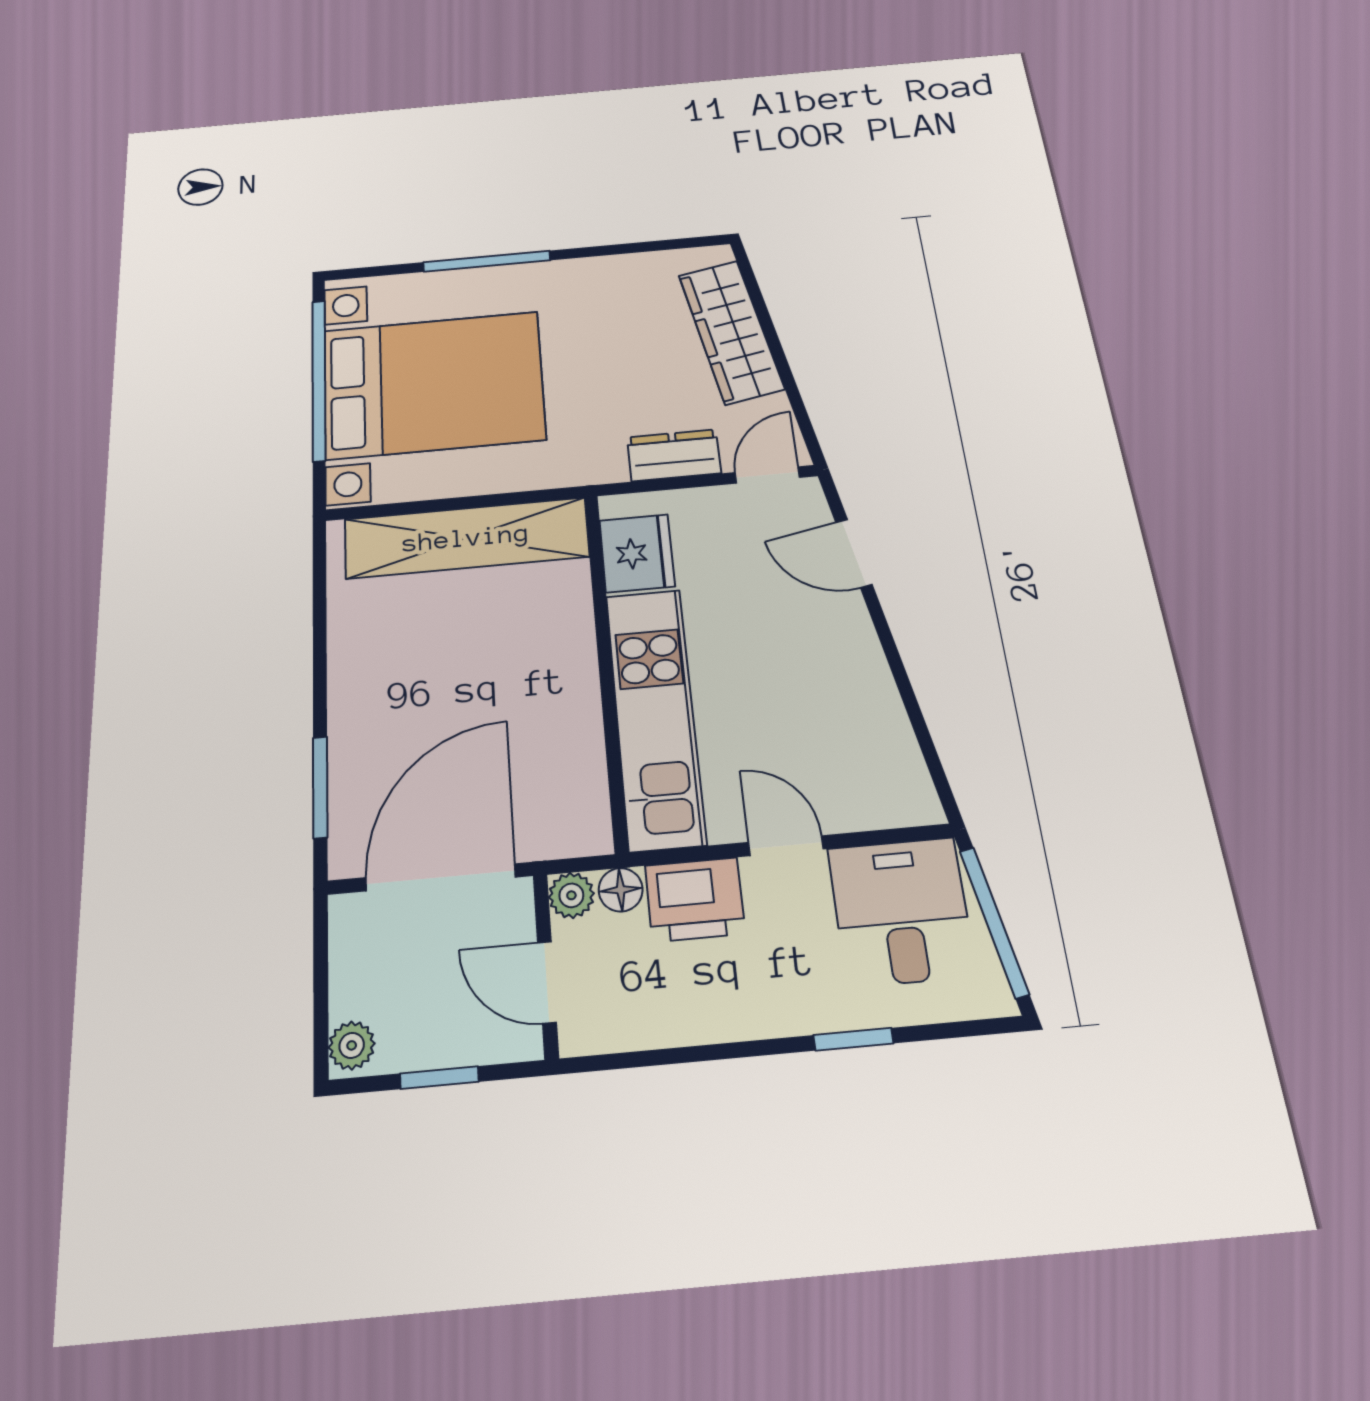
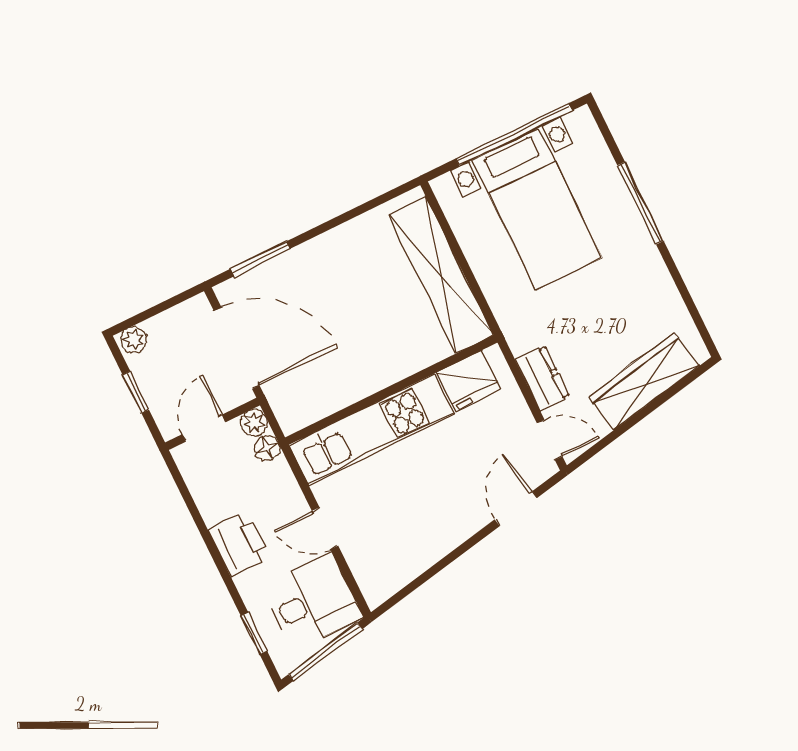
bed with nightstands: (433, 385) -> (537, 209), width x0.73
door: (786, 846) -> (325, 528), swing flipped
printer: (695, 899) -> (239, 544), moved, turned 180
window: (853, 1039) -> (254, 634), moved

